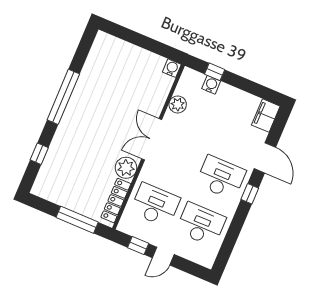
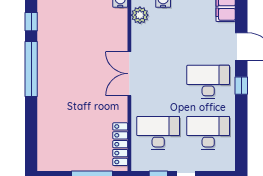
plant: (178, 104) -> (140, 15), moved
window: (39, 154) -> (31, 22), moved
plant: (126, 168) -> (117, 110), removed

